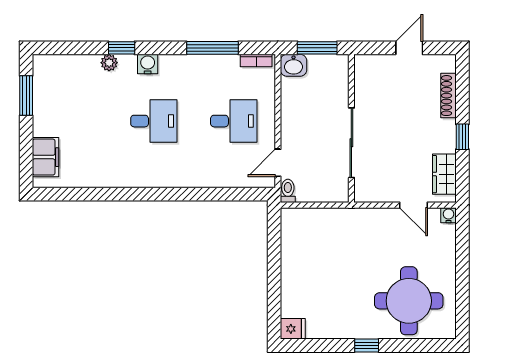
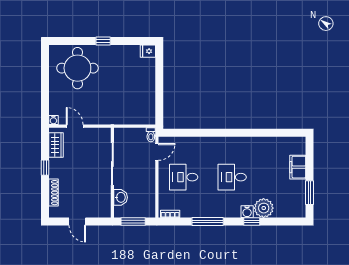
window: (212, 48) -> (208, 221), moved
door: (409, 48) -> (77, 221), hinge flipped
plant: (109, 63) -> (264, 208), width x1.88, depth x1.88
water cooler: (148, 64) -> (247, 212), moved
washbasin: (294, 65) -> (121, 197), moved, turned 90
filing cabinet: (46, 157) -> (298, 167), moved

